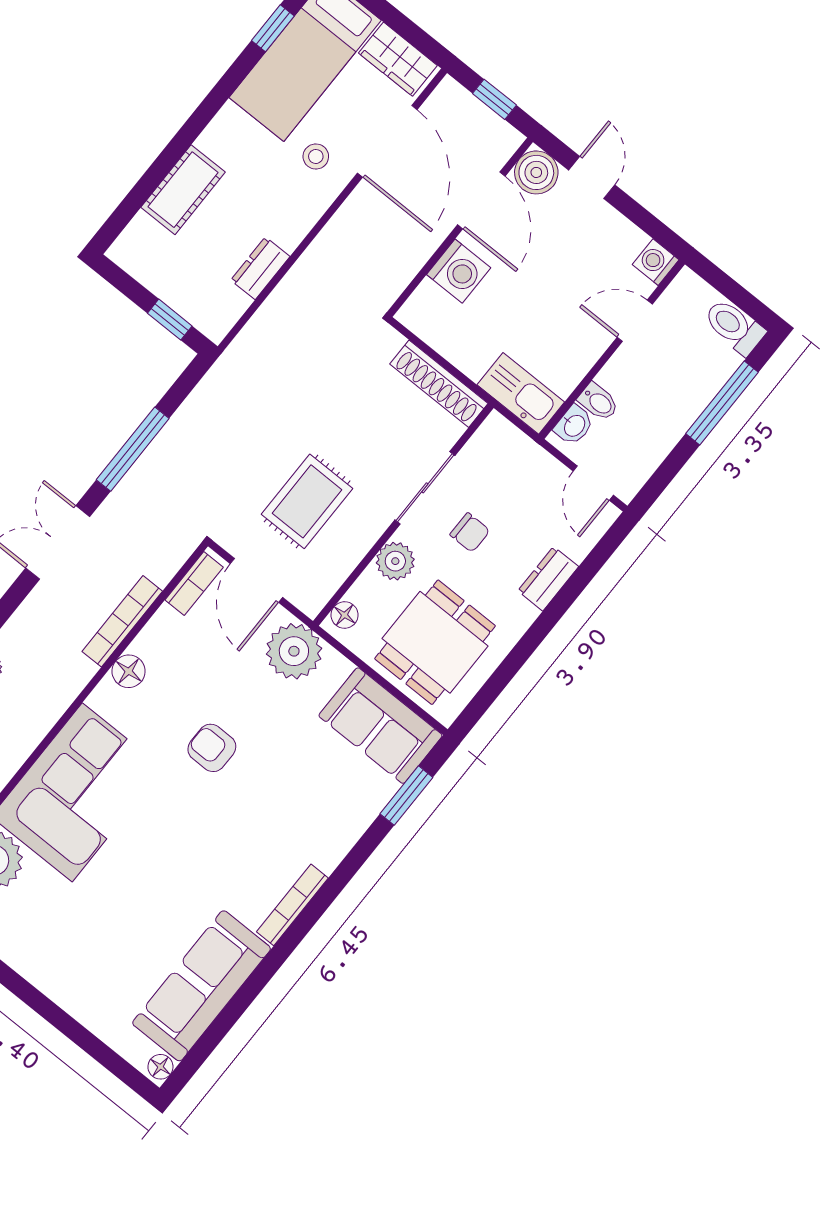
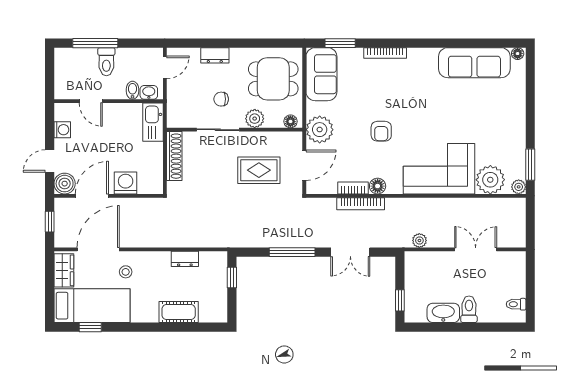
washing machine: (656, 262) -> (62, 130), moved, turned -90
toilet: (734, 327) -> (106, 62), moved
chair: (470, 533) -> (221, 99), turned -90
bookcase: (194, 584) -> (353, 188), moved
bookcase: (292, 905) -> (385, 53), moved

